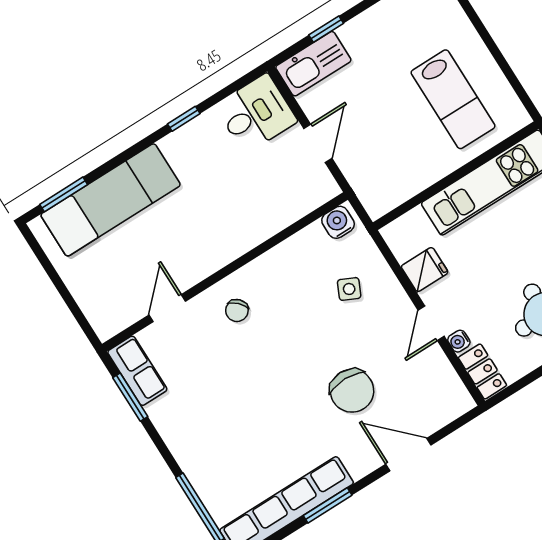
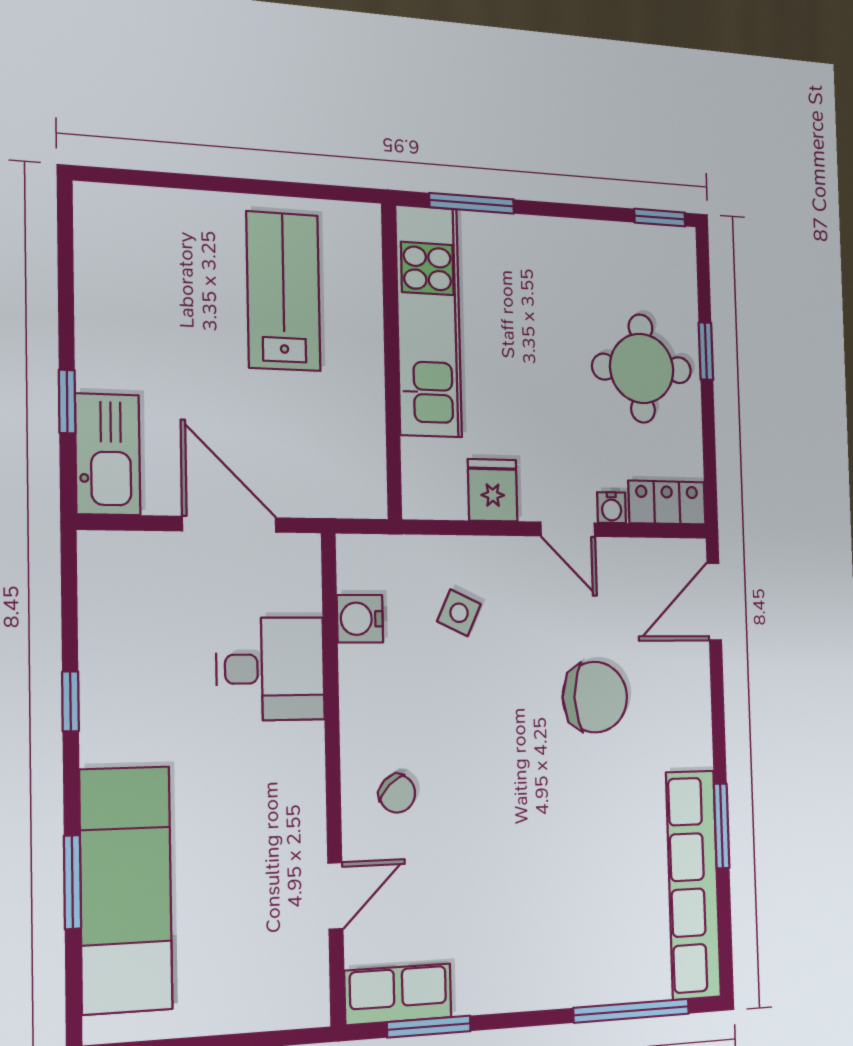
lab bench: (453, 99) -> (283, 291), turned -90
desk: (256, 113) -> (270, 669), moved, turned 90
door: (318, 143) -> (229, 524), width x1.38
window: (64, 194) -> (72, 882), moved
water cooler: (338, 222) -> (360, 619), moved
door: (167, 308) -> (335, 896), swing flipped
door: (408, 455) -> (714, 602), moved

